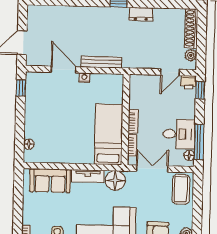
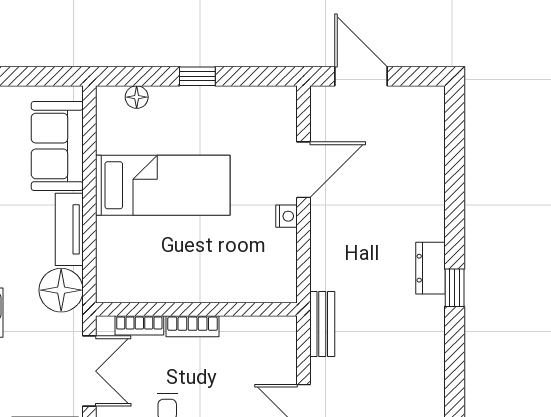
dresser: (141, 14) -> (431, 268), moved
bench: (102, 62) -> (322, 324), moved, width x0.73
window: (21, 88) -> (197, 76), moved
bed: (109, 134) -> (163, 185), moved

